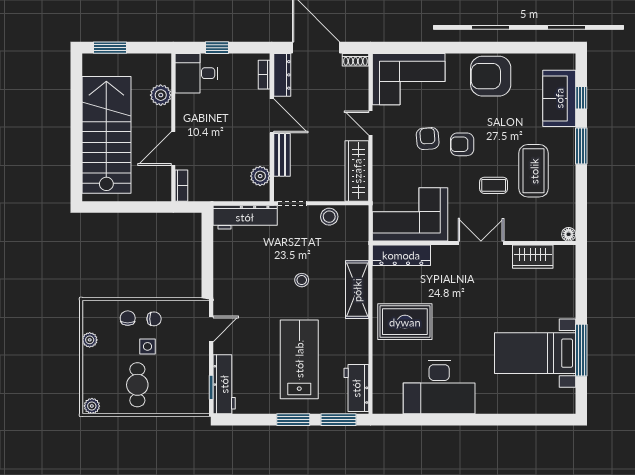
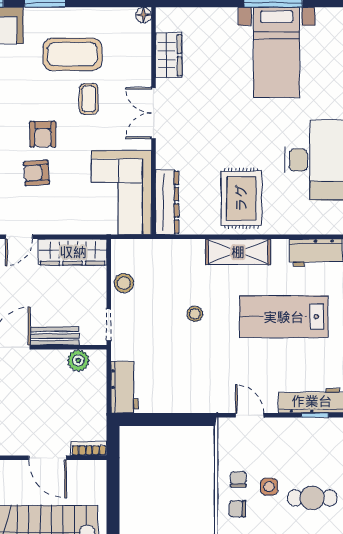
workbench: (245, 217) -> (124, 387), width x0.73
shelving: (357, 290) -> (238, 252), moved

